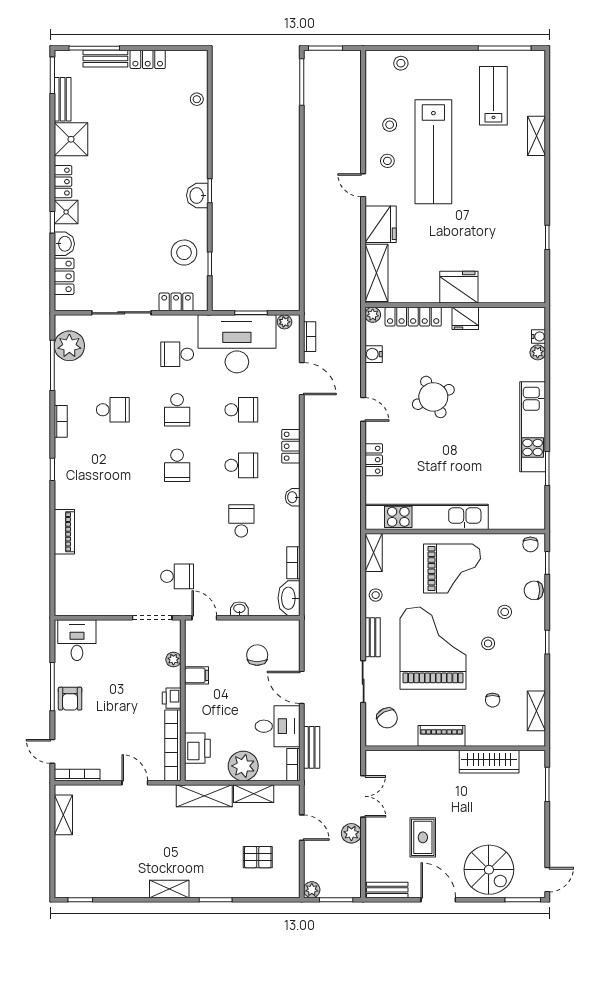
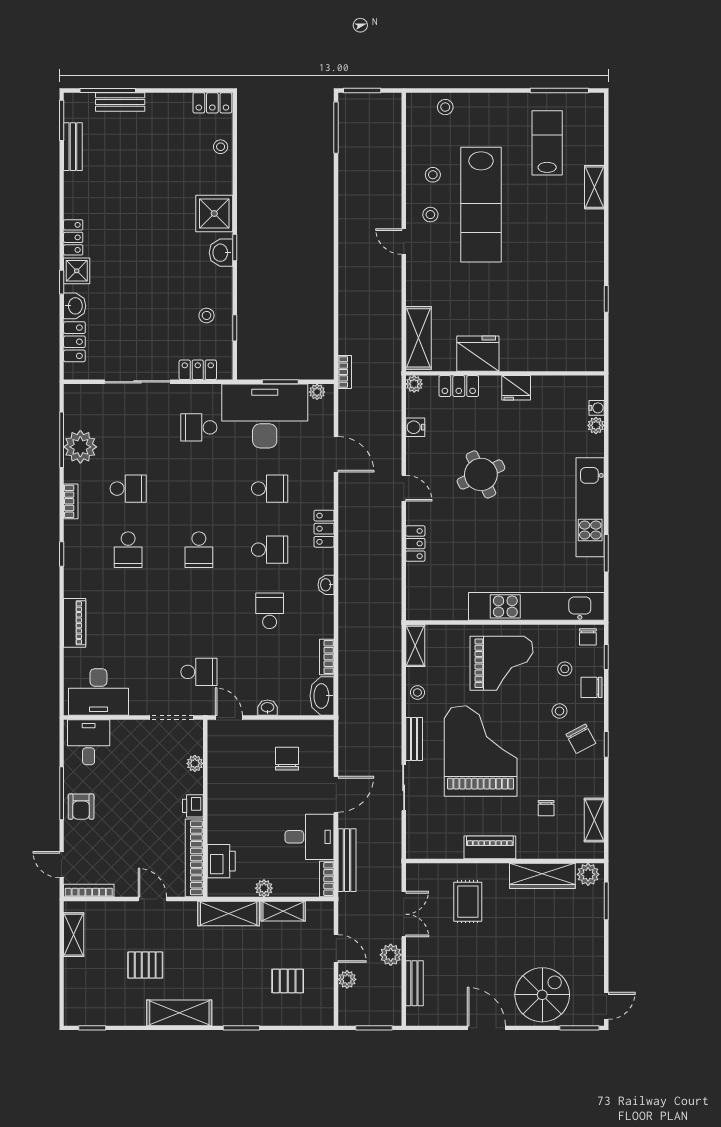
locker: (148, 59) -> (212, 103), moved
shower: (71, 139) -> (214, 214), moved
fridge: (381, 224) -> (423, 284), removed
stool: (184, 253) -> (206, 315), width x0.53, depth x0.53
fridge: (459, 287) -> (478, 354), moved
locker: (413, 317) -> (459, 386), width x0.66
bookcase: (310, 337) -> (345, 372), moved
plant: (69, 346) -> (80, 447), moved
school desk: (177, 410) -> (128, 550), moved
kitchen unit: (427, 517) -> (536, 606), moved
desk: (86, 595) -> (98, 692), added
stool: (488, 643) -> (565, 669), moved
filing cabinet: (197, 675) -> (220, 781), removed
door: (302, 687) -> (336, 794), swing flipped
chair: (387, 718) -> (581, 739), moved
bench: (312, 747) -> (347, 860), width x1.36
plant: (531, 760) -> (588, 874), added
plant: (243, 766) -> (264, 888), width x0.53, depth x0.53
rug: (423, 837) -> (468, 902), moved
pallet: (128, 843) -> (145, 965), added
spiral stairs: (489, 870) -> (542, 995), turned -90
shelving: (169, 889) -> (179, 1013), width x1.50, depth x1.33
plant: (312, 890) -> (347, 979), moved
bench: (387, 890) -> (414, 983), moved, turned 90

